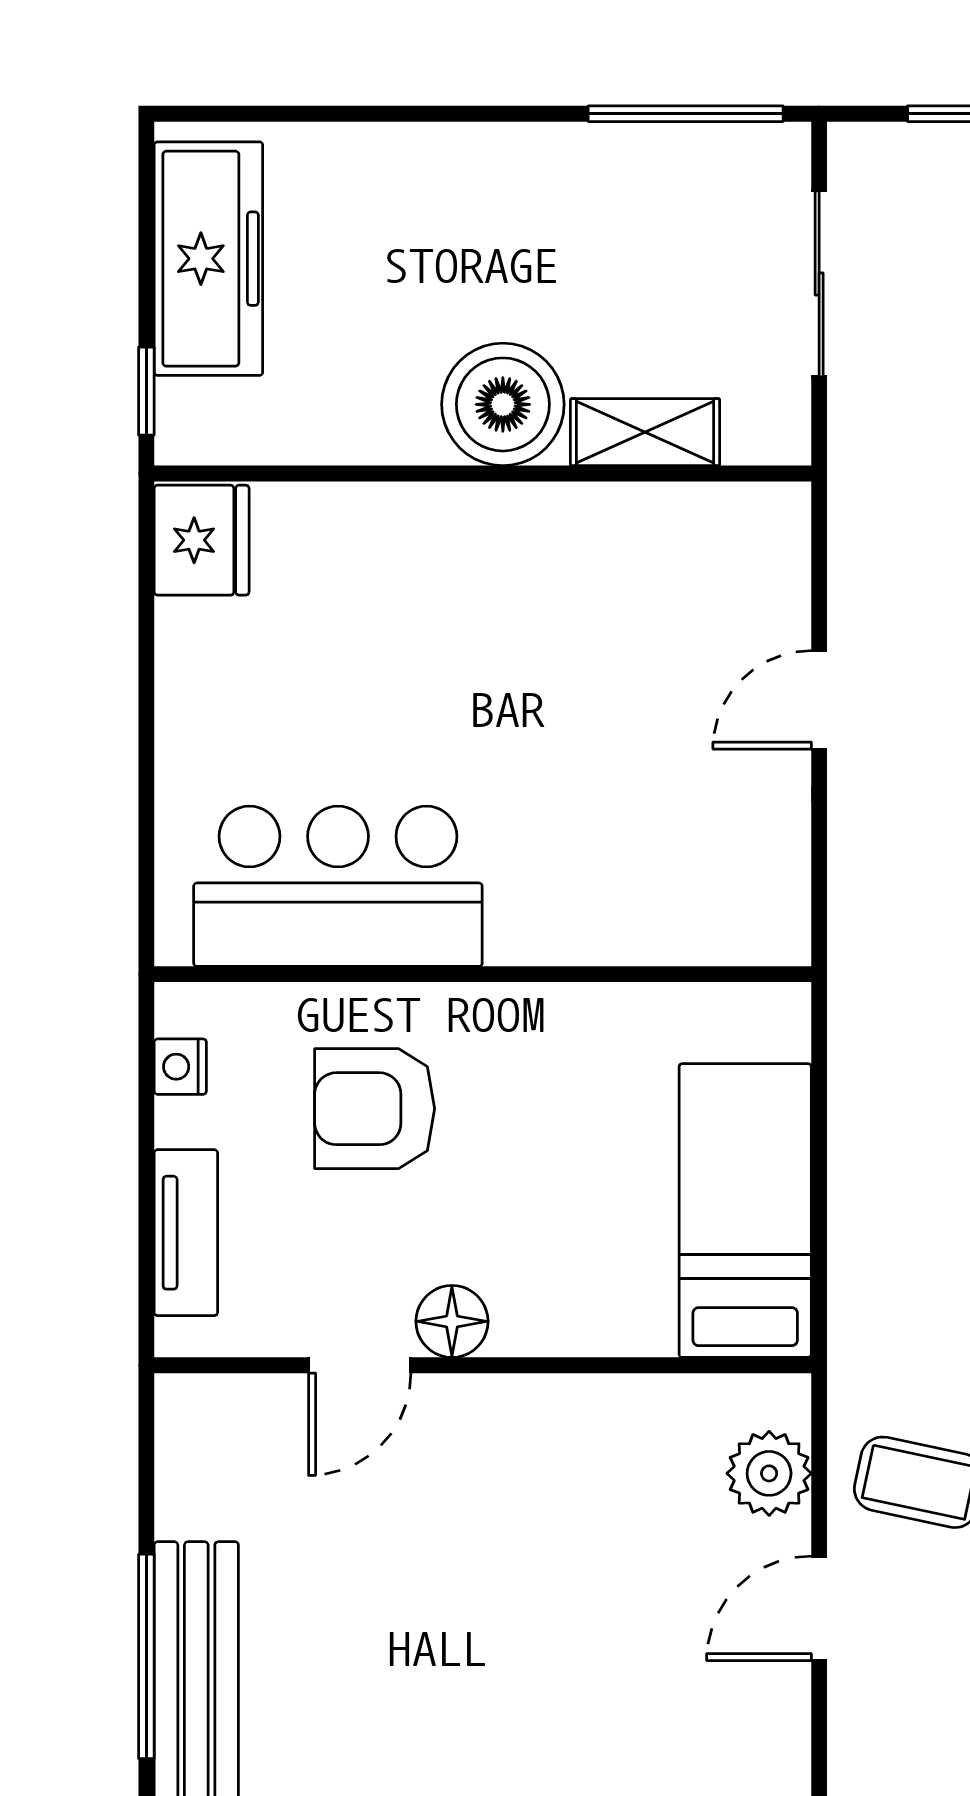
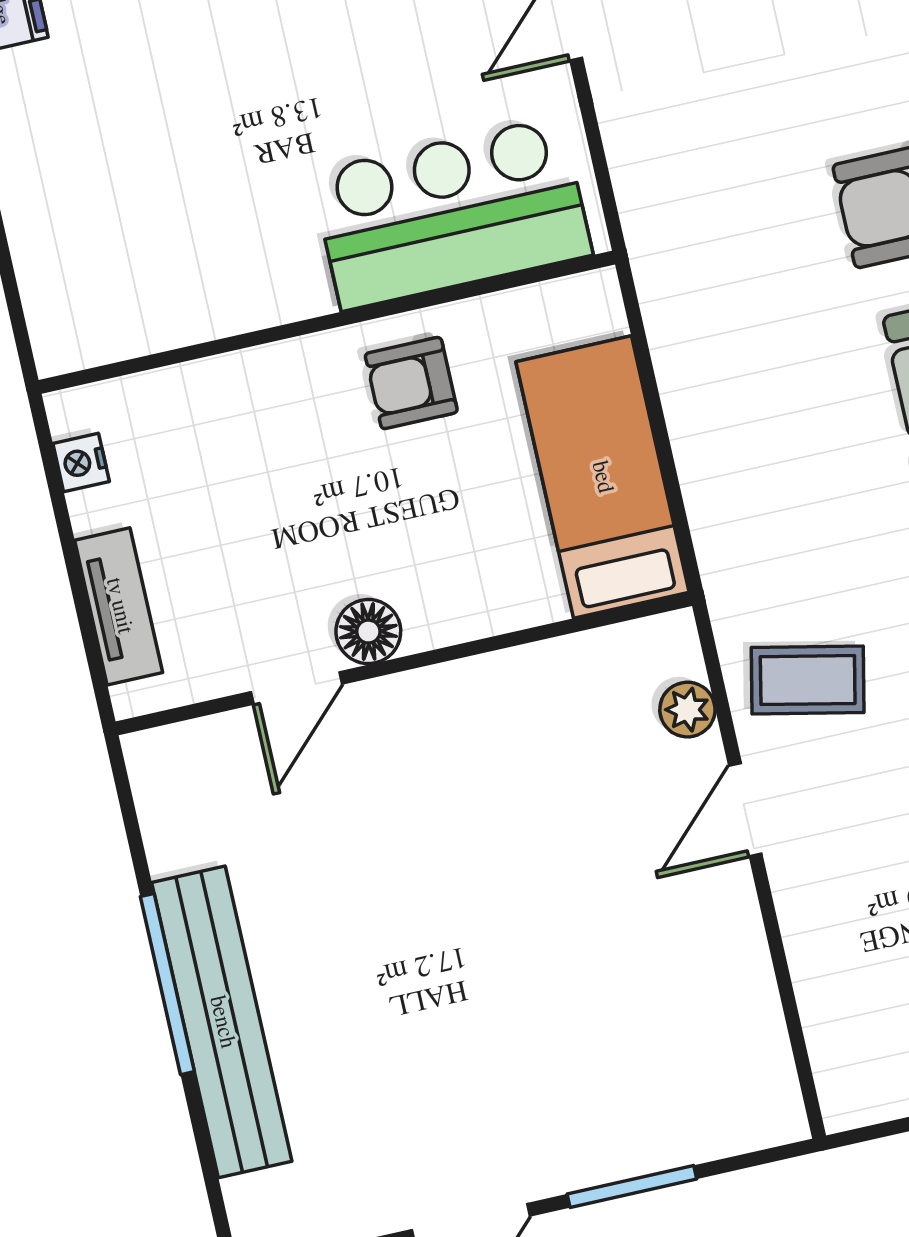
bar counter: (338, 886) -> (452, 213), moved
armchair: (375, 1109) -> (411, 383), moved, width x0.72, depth x0.72
plant: (769, 1473) -> (687, 710), width x0.73, depth x0.73

